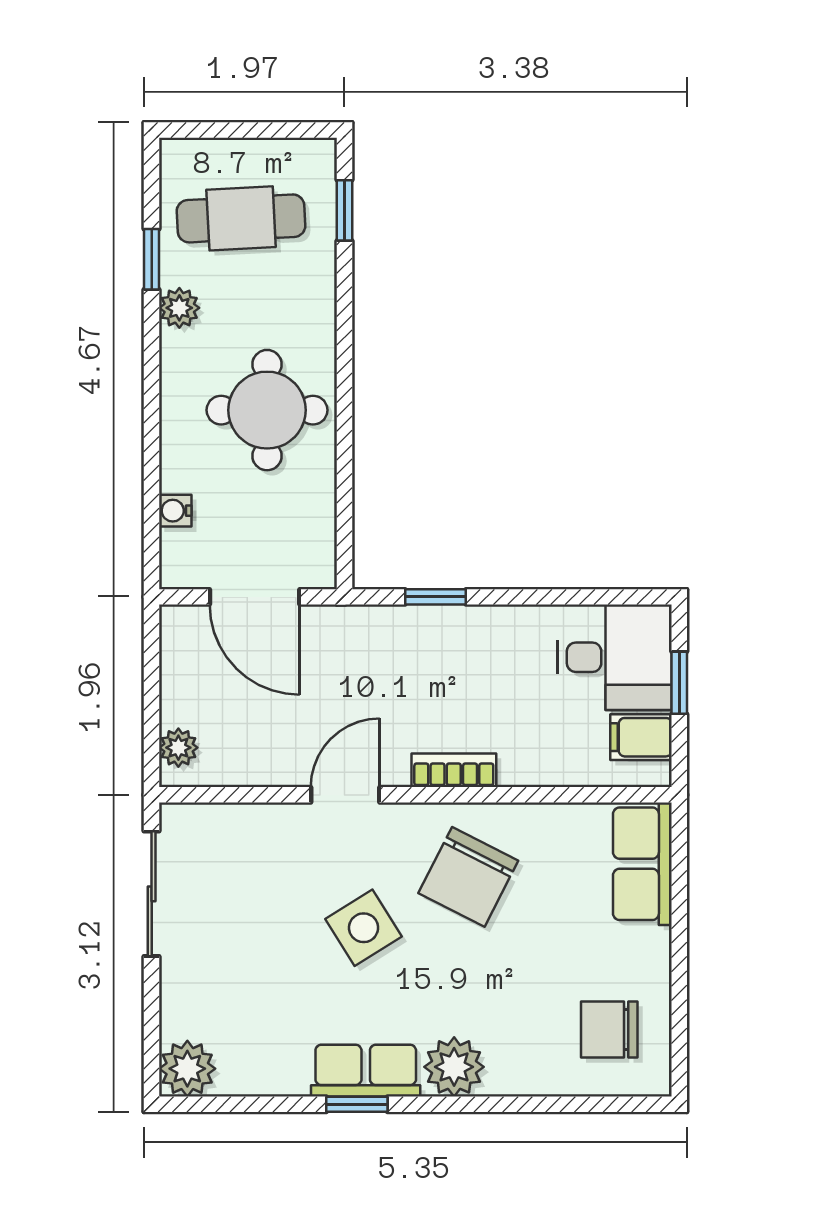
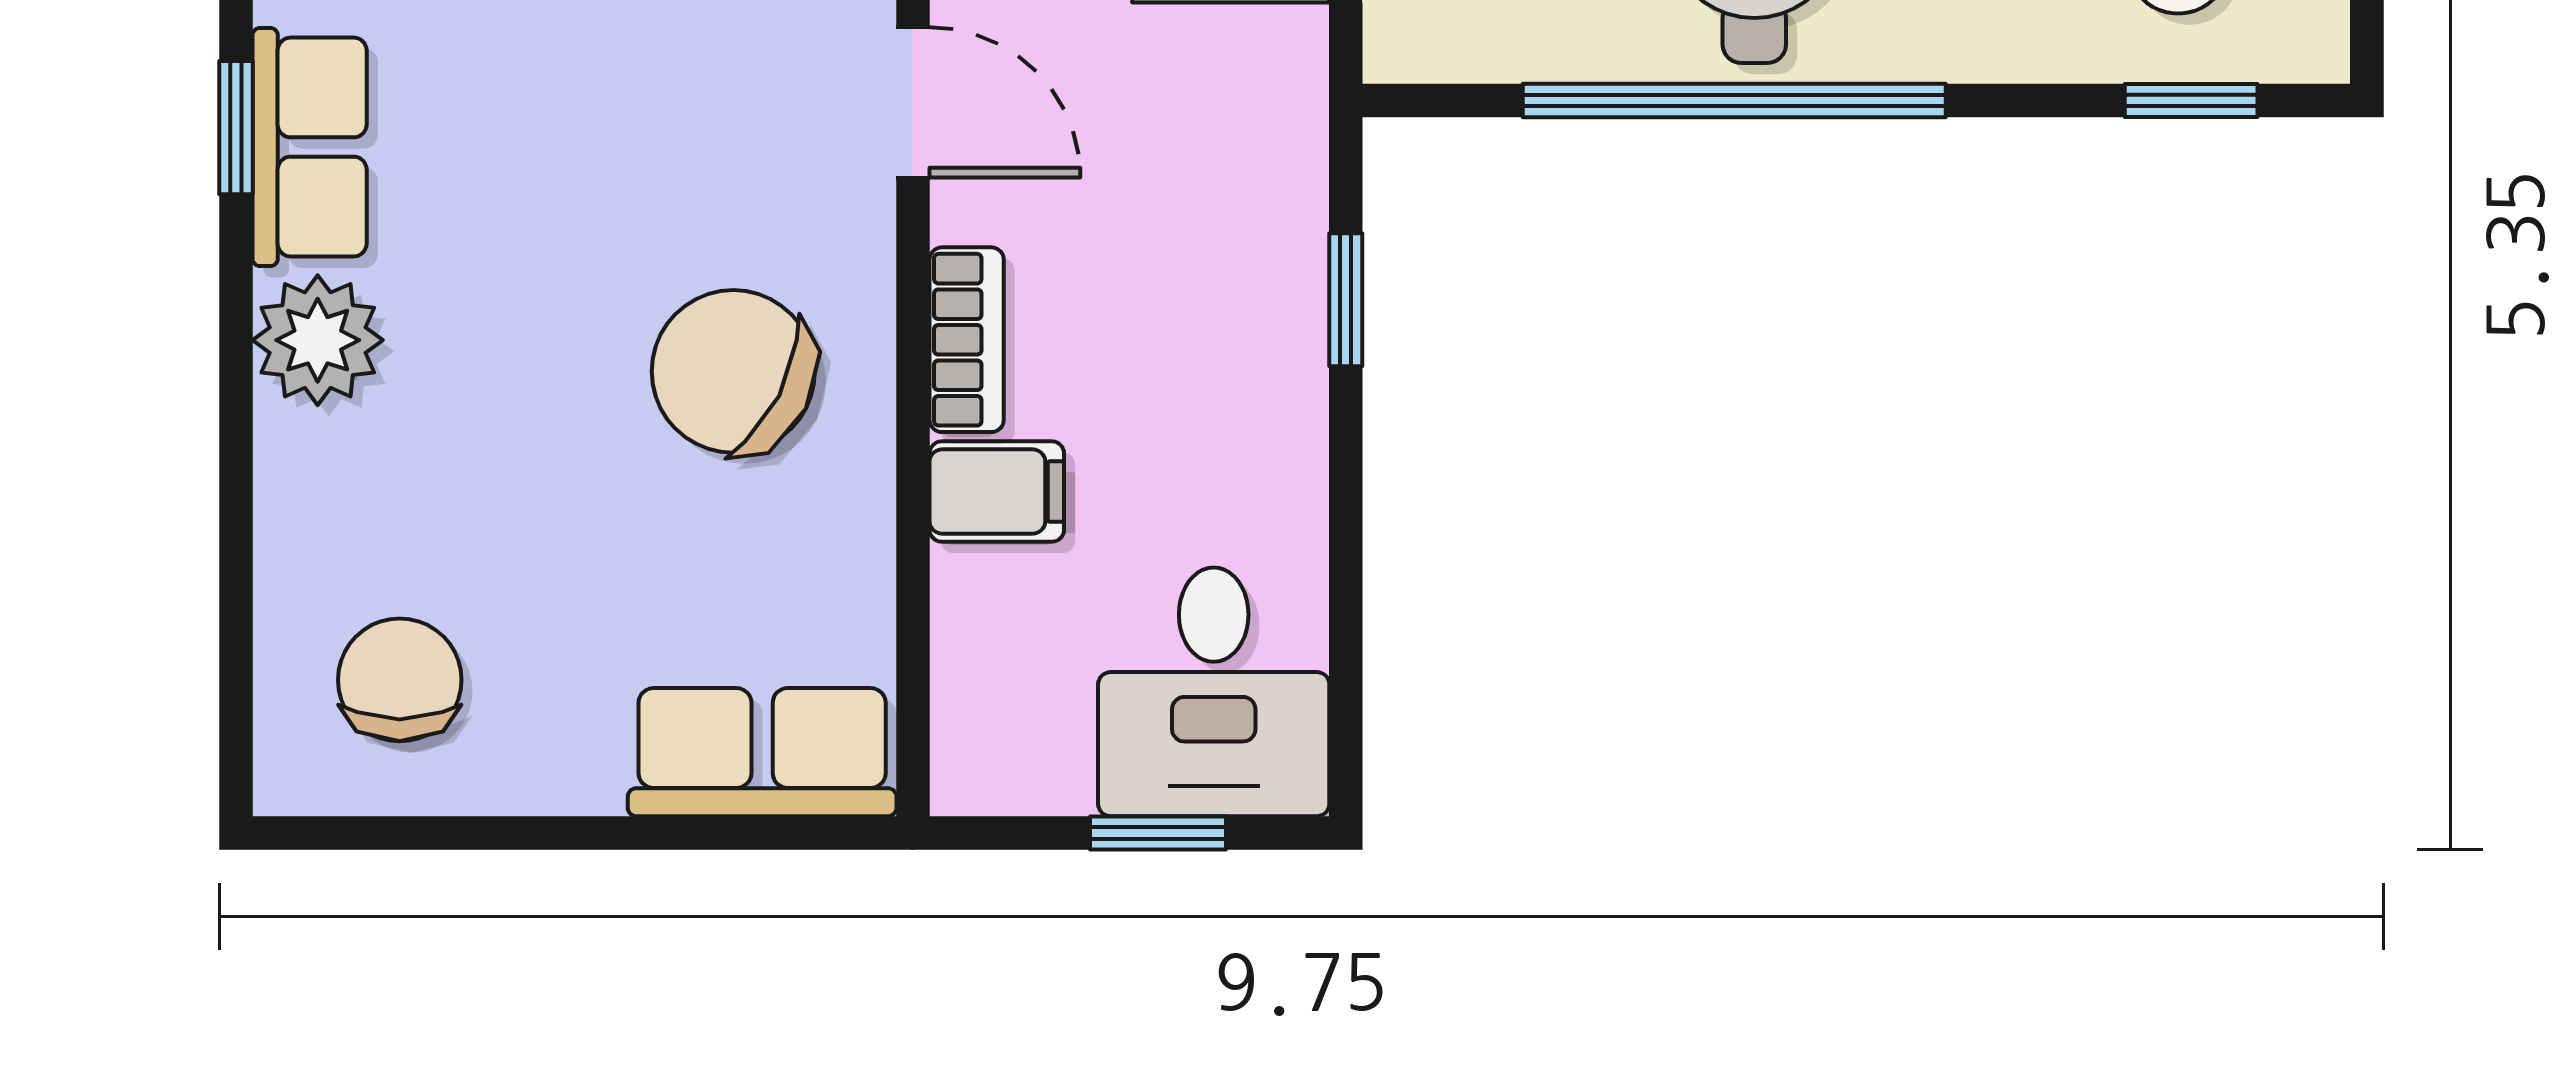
window: (344, 419) -> (1734, 100), added
filing cabinet: (641, 737) -> (997, 492), moved, turned 90
side table: (364, 928) -> (622, 142), removed

